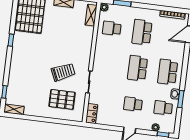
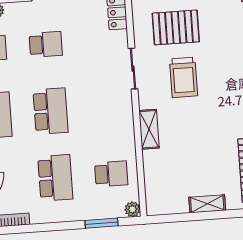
shelving: (91, 15) -> (149, 129), moved
trolley: (63, 72) -> (184, 77), turned -66

